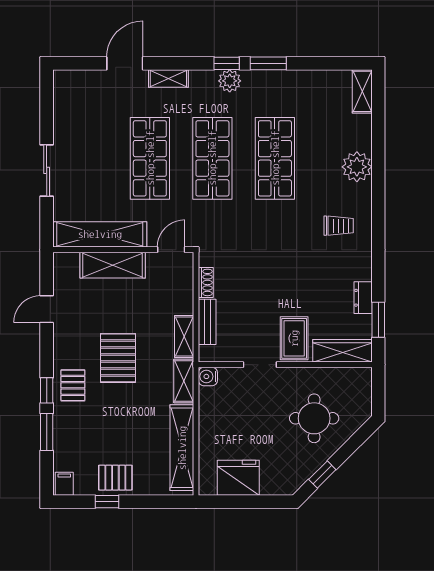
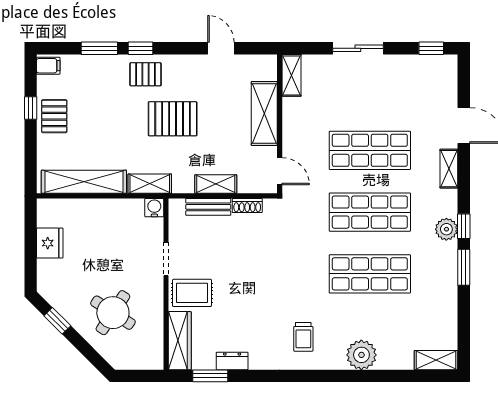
window: (47, 96) -> (431, 48), added
shelving: (100, 234) -> (291, 75), width x0.45, depth x0.75
shelving: (184, 337) -> (216, 184), moved
round table: (314, 418) -> (113, 313), turned 33
fridge: (238, 478) -> (50, 243), width x0.73, depth x0.75

